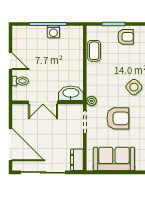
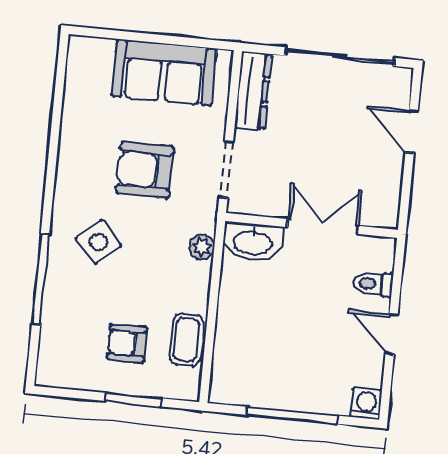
washing machine: (53, 32) -> (366, 404), moved
armchair: (126, 37) -> (127, 343), moved
plant: (92, 101) -> (202, 247), moved
door: (11, 145) -> (412, 132), width x0.53
dresser: (77, 160) -> (253, 91), width x1.44

